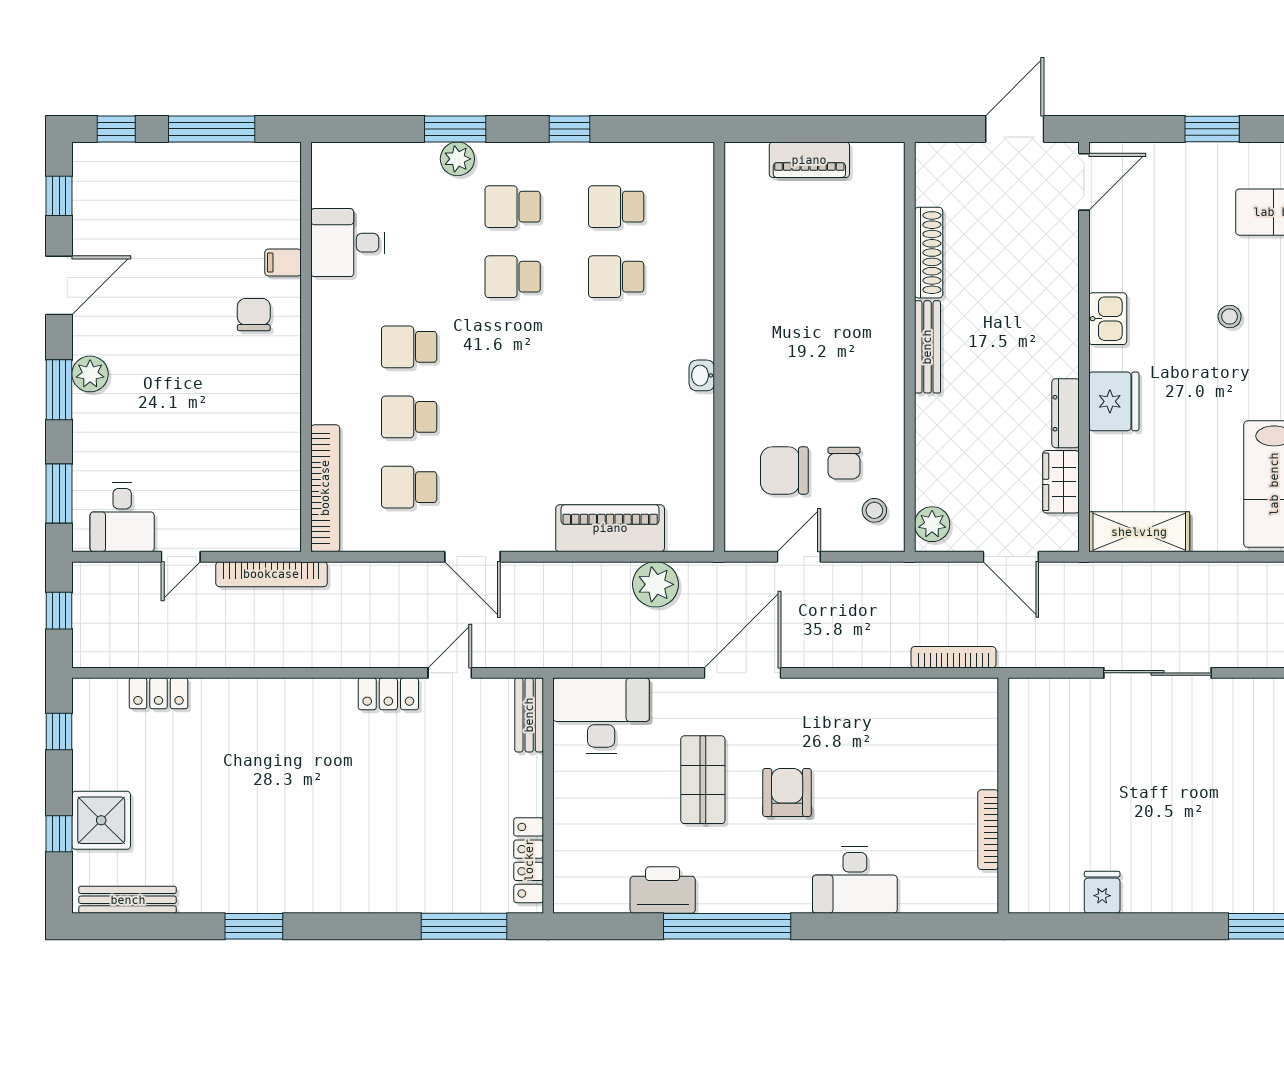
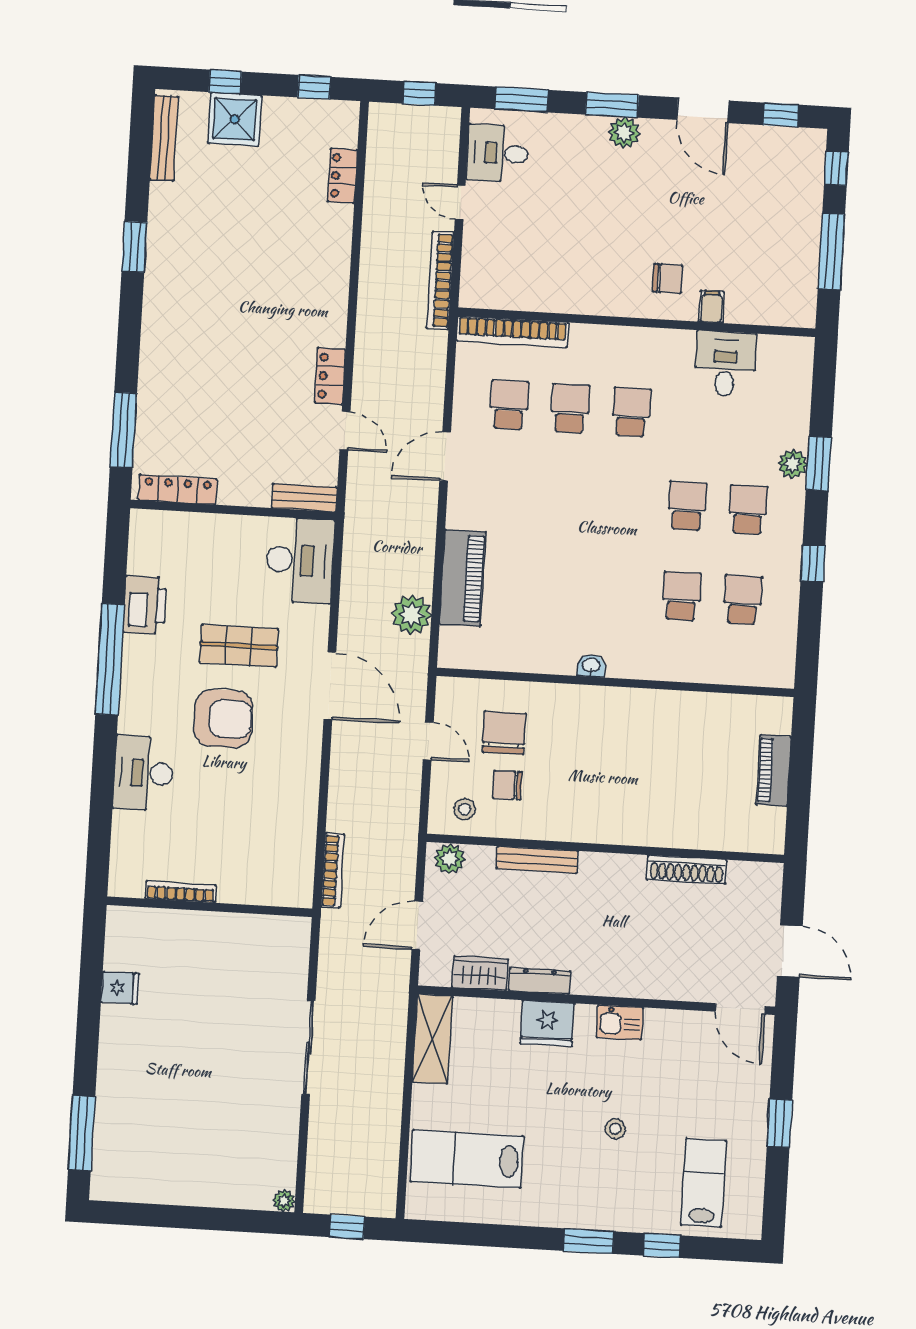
bench: (927, 347) -> (537, 860), moved
armchair: (787, 792) -> (223, 718), width x1.36, depth x1.36

